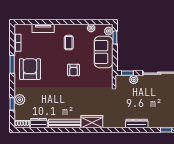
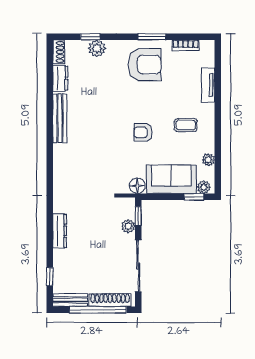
floor lamp: (108, 74) -> (137, 186), added
wardrobe: (92, 122) -> (63, 161), removed

